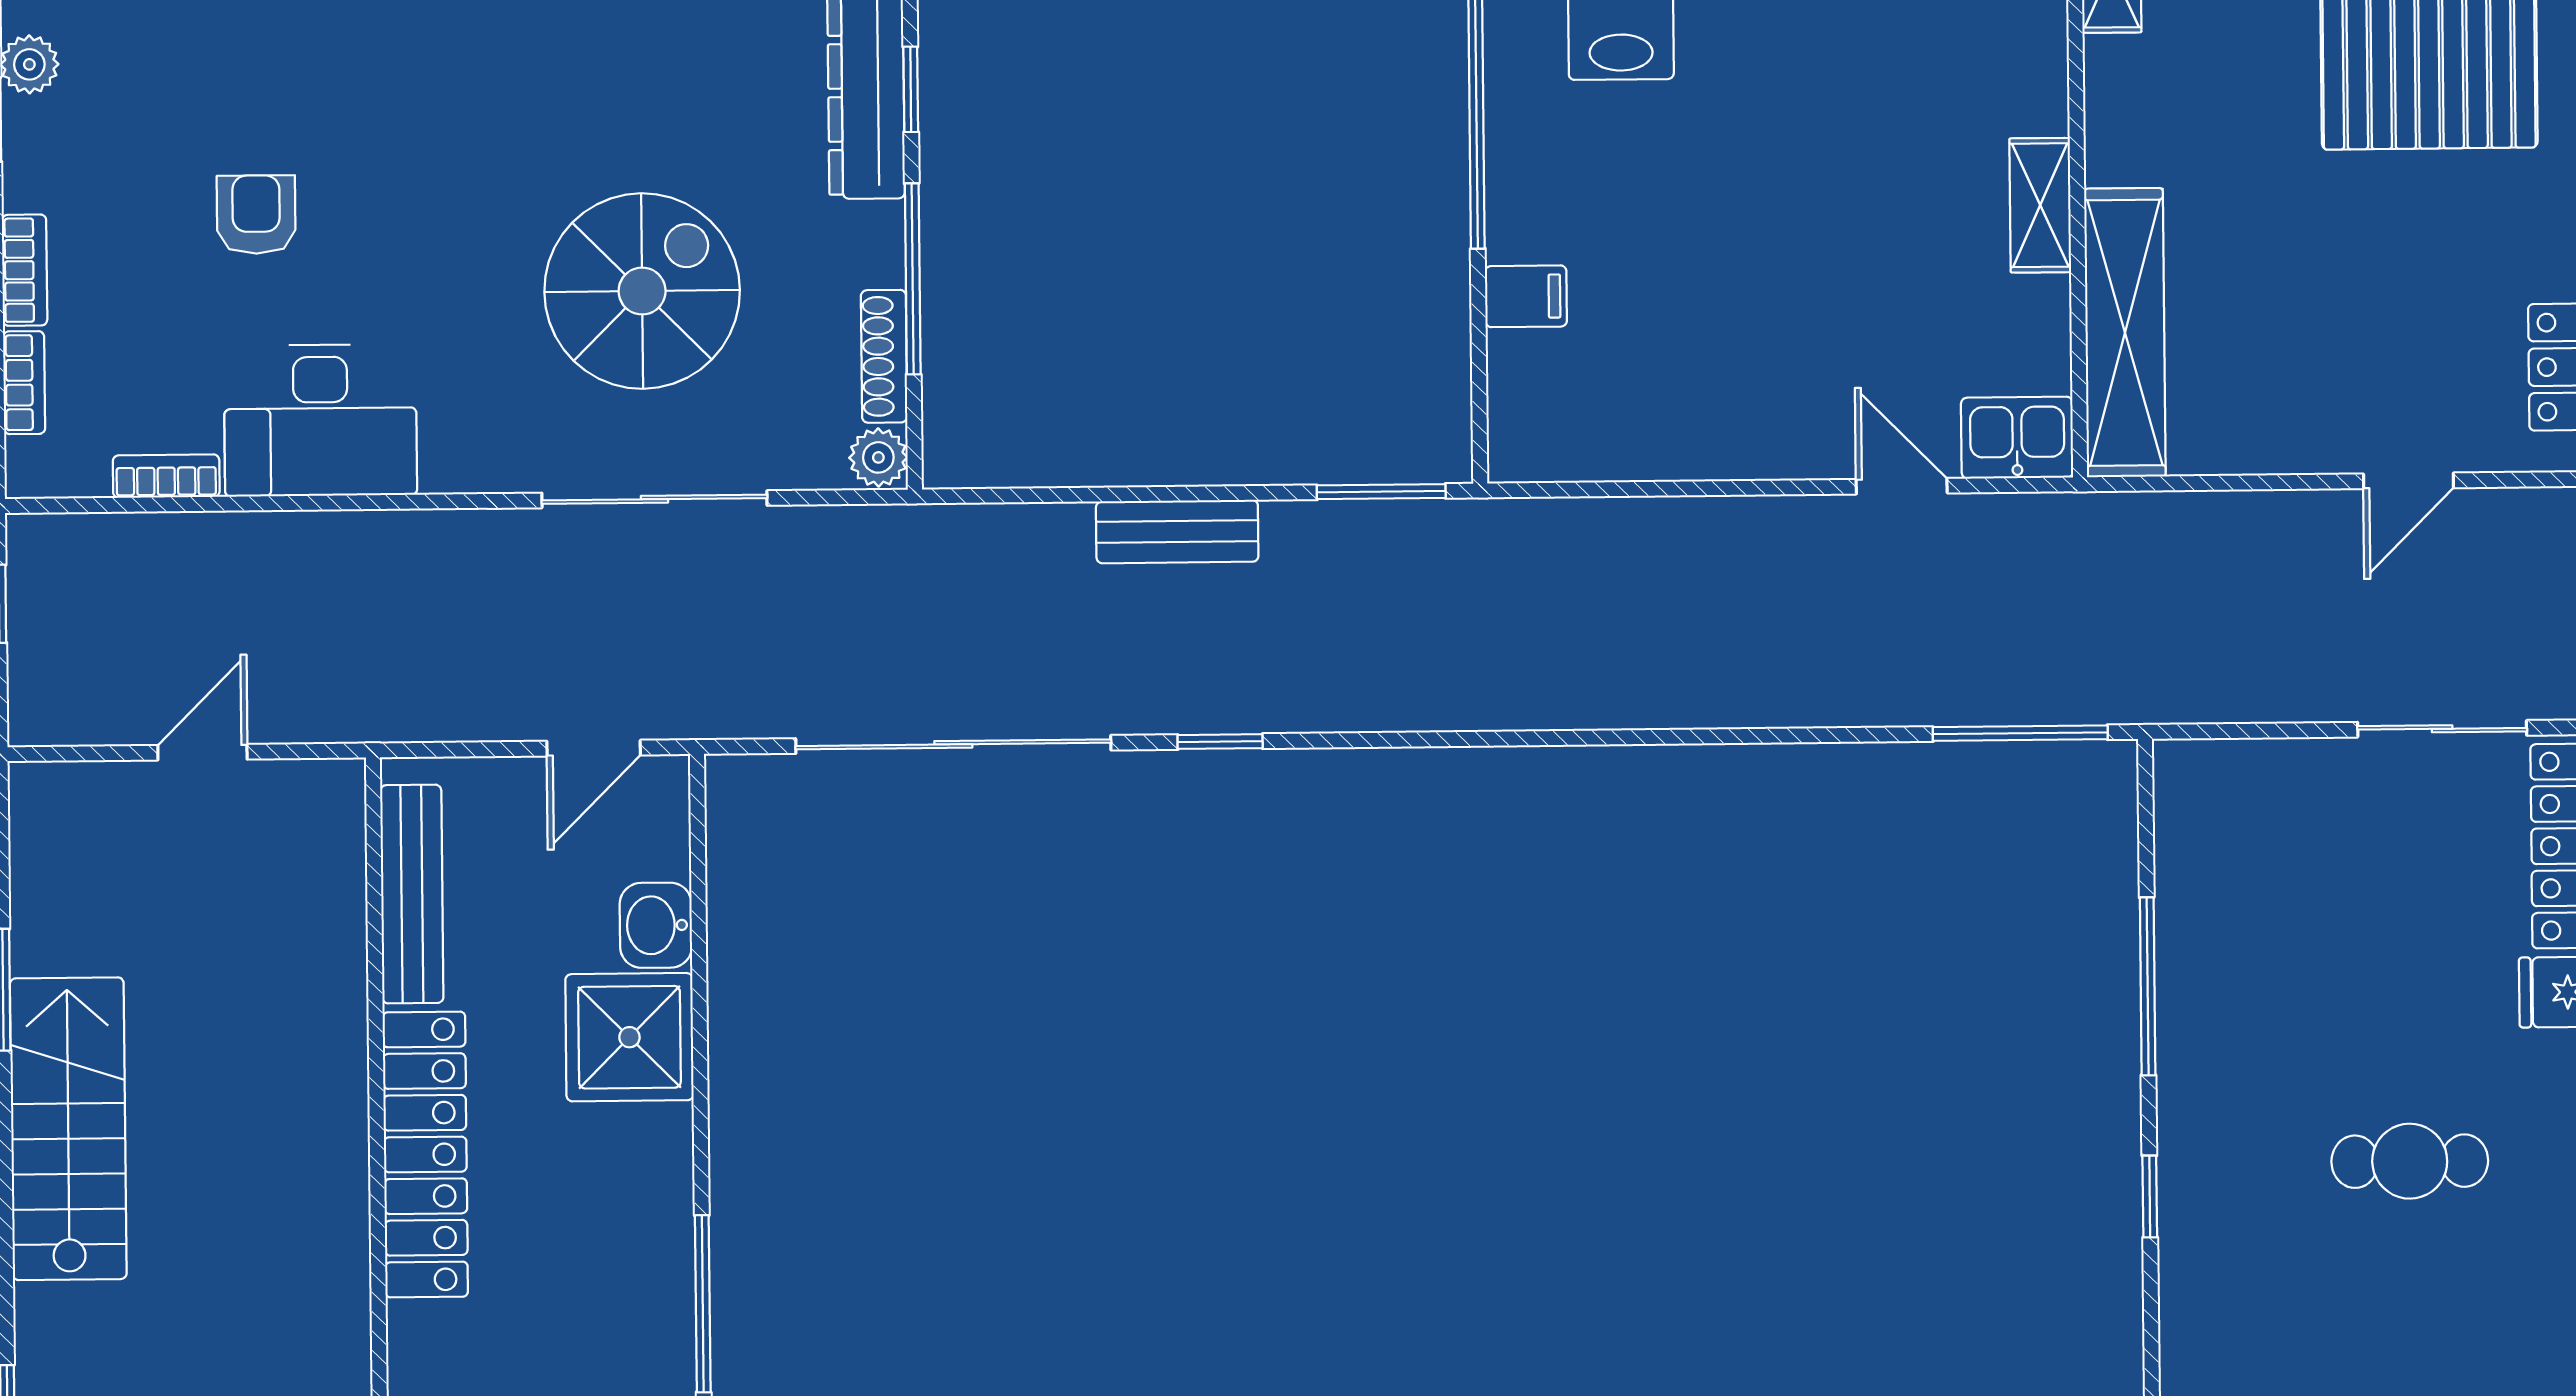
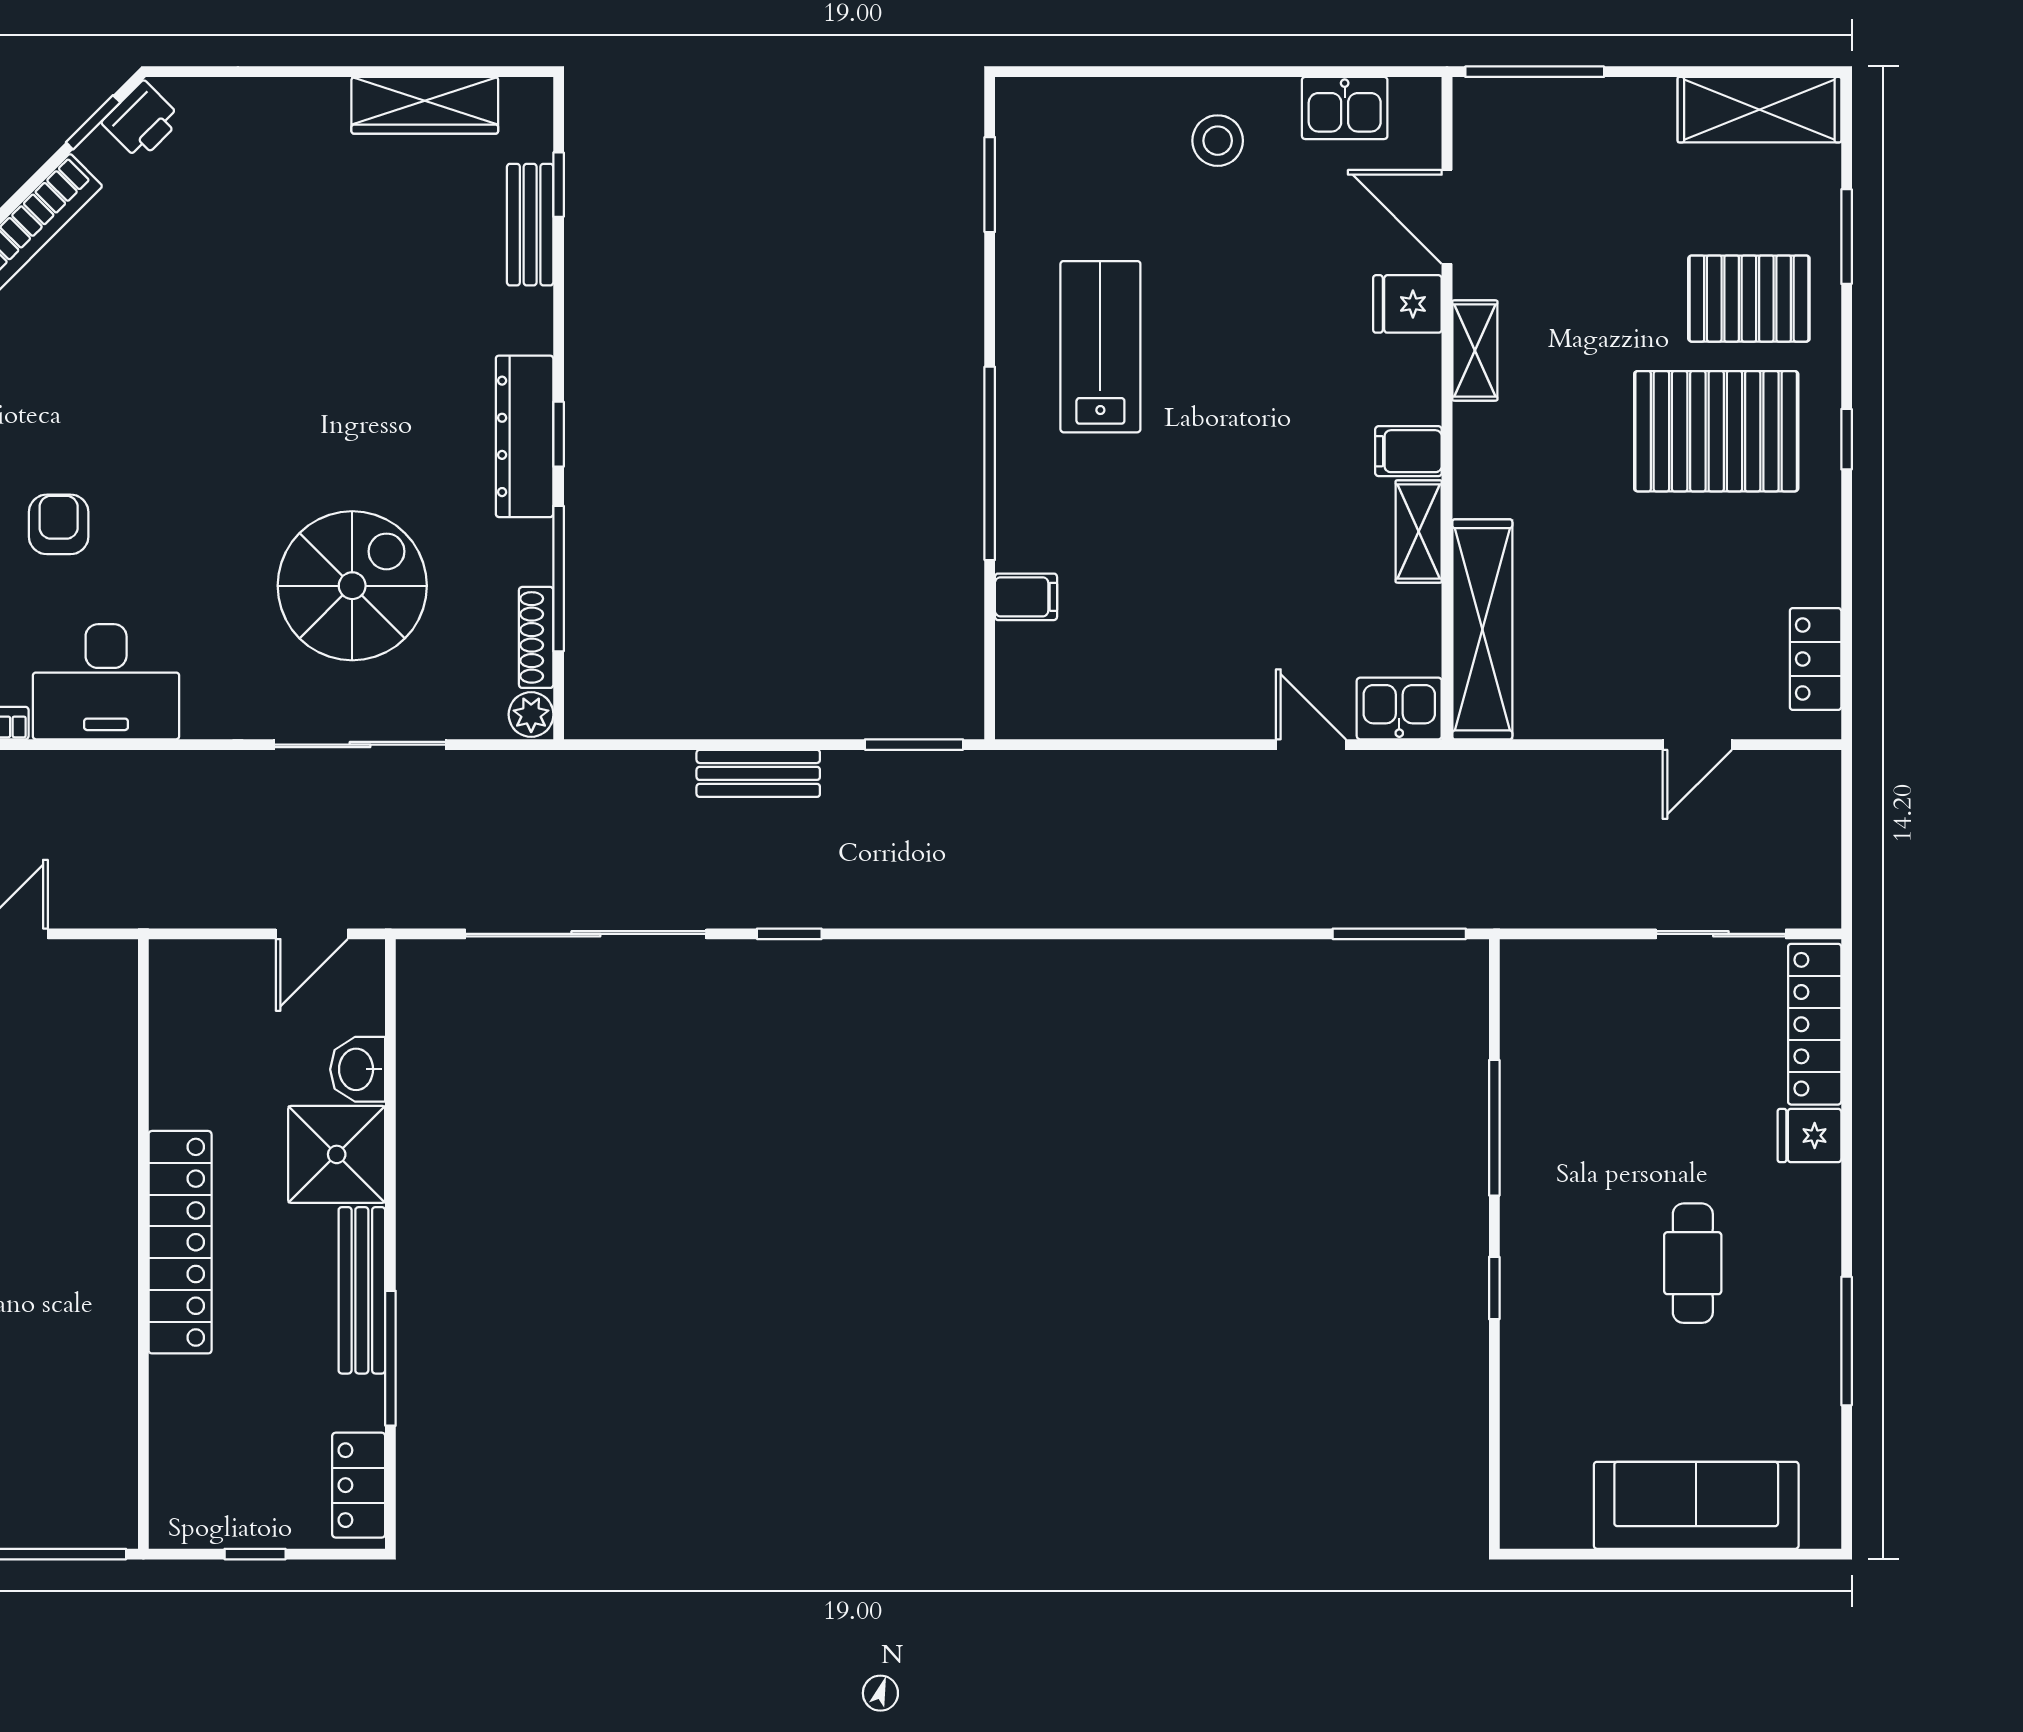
filing cabinet: (2026, 100) -> (1408, 451), added
bench: (412, 894) -> (362, 1290), moved
cafe table: (2410, 1161) -> (1693, 1263), turned 90

